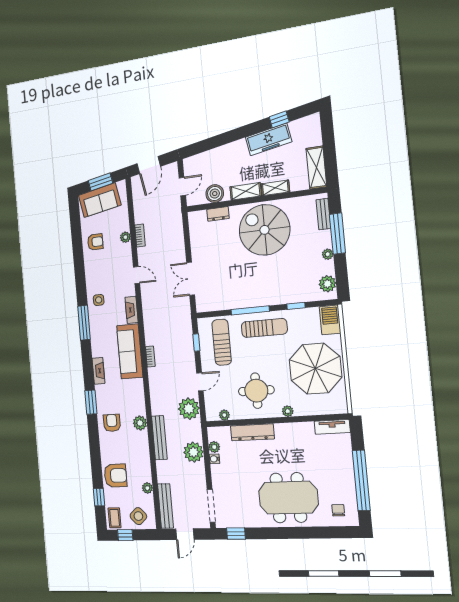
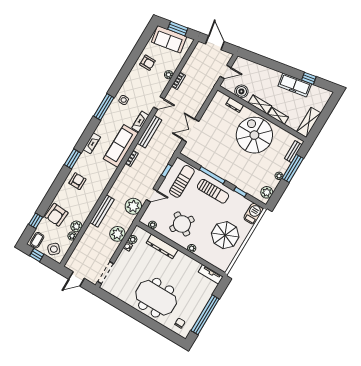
door: (149, 165) -> (215, 43), swing flipped
door: (137, 275) -> (159, 103), hinge flipped
parasol: (315, 369) -> (225, 235), width x0.73, depth x0.73
round table: (256, 391) -> (182, 224), turned 33
plant: (140, 423) -> (76, 226), moved
armchair: (115, 476) -> (56, 215), turned 94
bench: (166, 506) -> (150, 132), moved
window: (236, 534) -> (109, 298), removed

